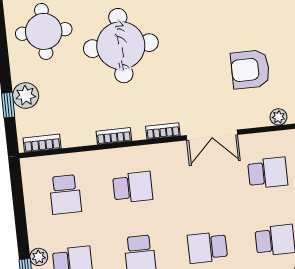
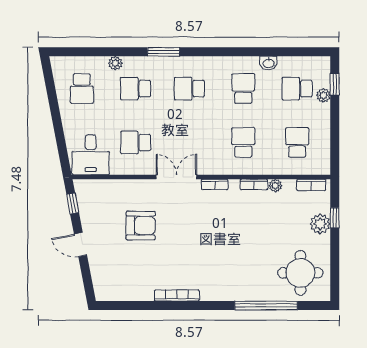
round table: (121, 46) -> (241, 255), removed
plant: (278, 117) -> (275, 186), moved
school desk: (133, 187) -> (243, 142), turned 90
school desk: (207, 247) -> (189, 89), turned 180

